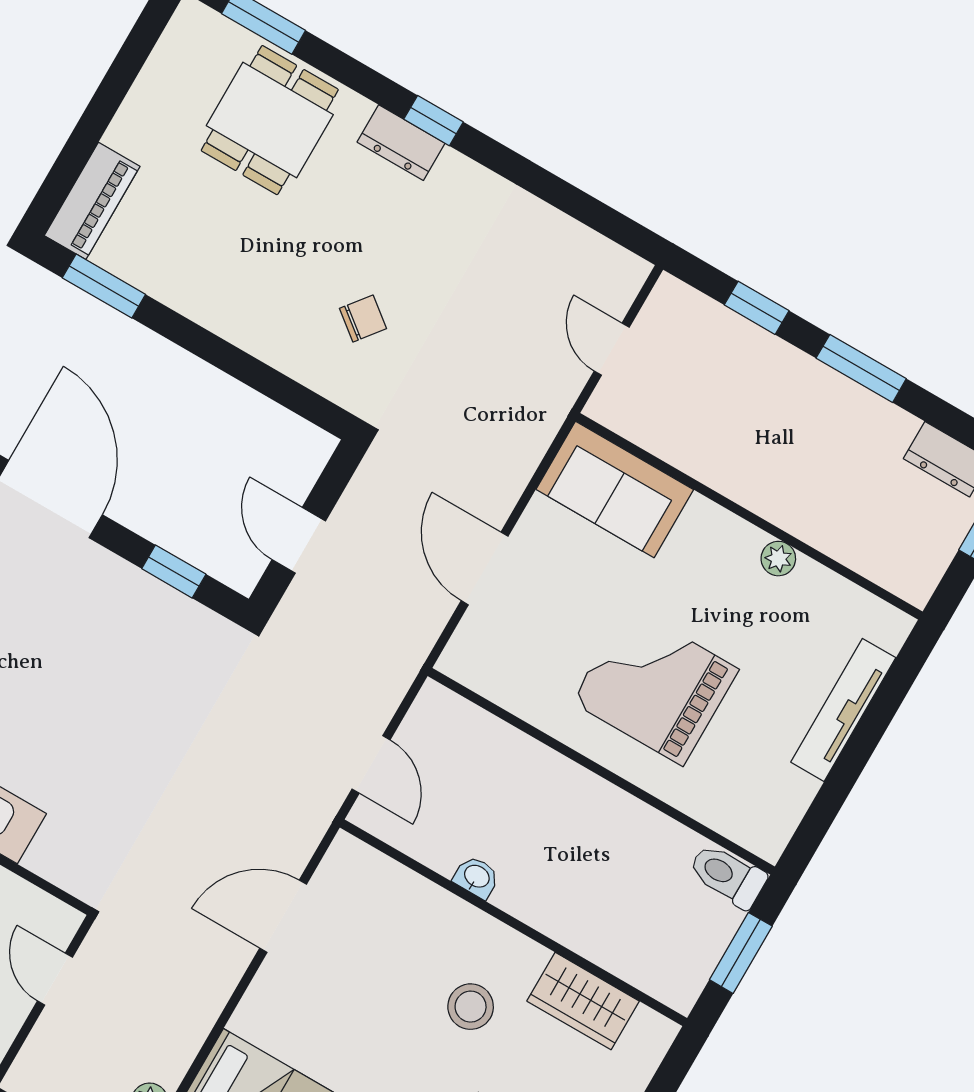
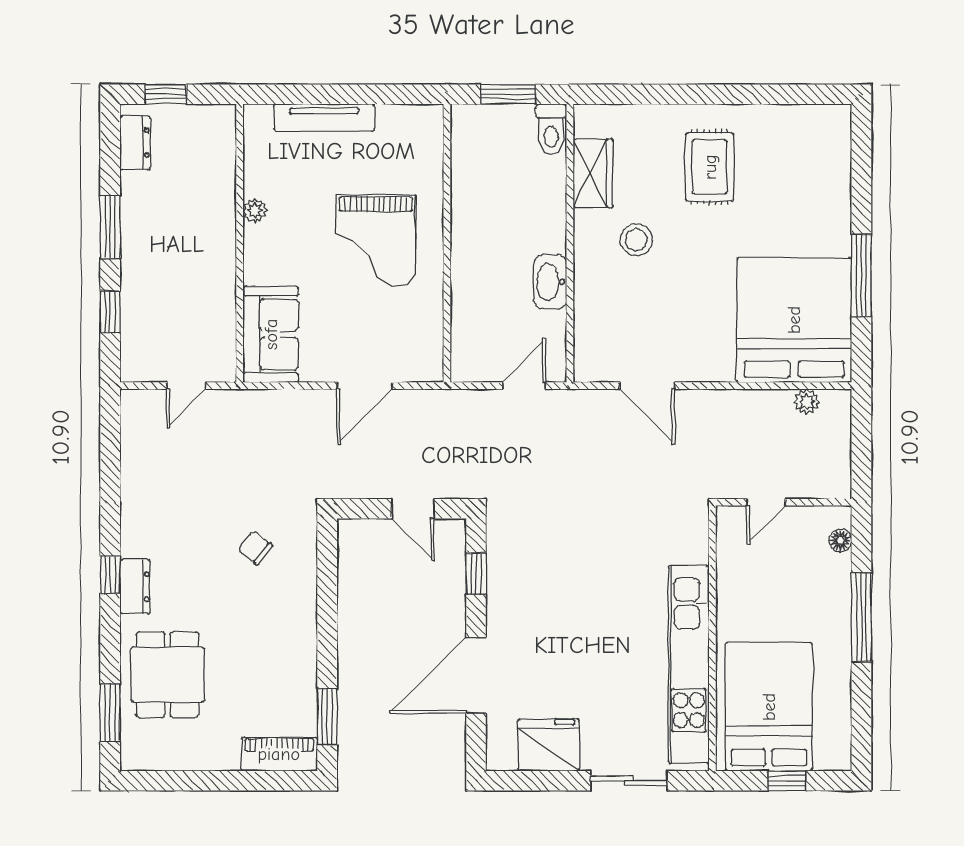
dining table: (270, 120) -> (168, 675), turned 90
door: (299, 540) -> (413, 509), hinge flipped
toilet: (727, 875) -> (551, 130), moved
washbasin: (476, 877) -> (550, 282), width x1.91, depth x1.45

